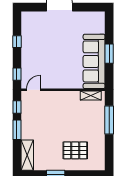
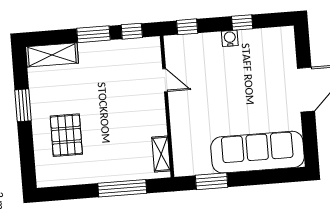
water cooler: (26, 50) -> (230, 38), added
window: (109, 54) -> (212, 181), moved
sofa: (94, 61) -> (258, 152), moved
door: (34, 90) -> (165, 80), moved

